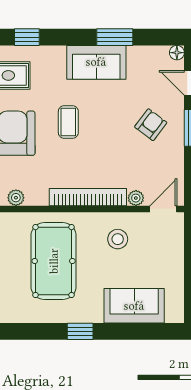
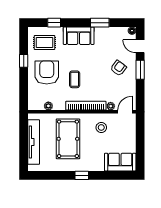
sofa: (96, 62) -> (79, 36), moved
coffee table: (68, 122) -> (75, 79), moved
sofa: (134, 306) -> (120, 162), moved

